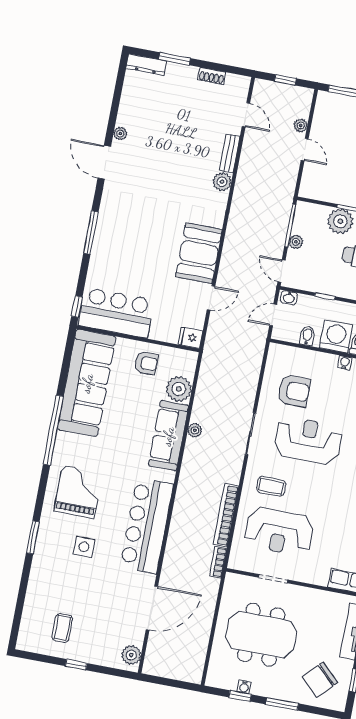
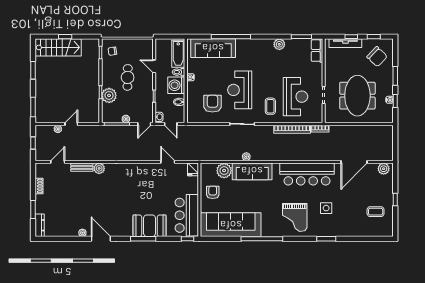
door: (104, 162) -> (101, 239), swing flipped
booth: (199, 253) -> (149, 226), moved
grand piano: (78, 492) -> (295, 217), turned -90
door: (152, 608) -> (354, 162), swing flipped

